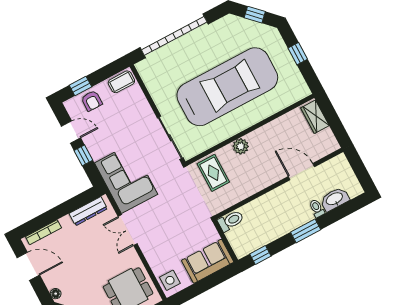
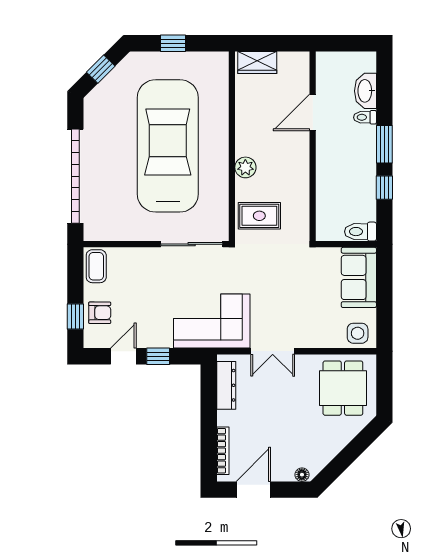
toilet: (231, 221) -> (360, 232), moved, turned -90
window: (260, 255) -> (384, 188), moved

